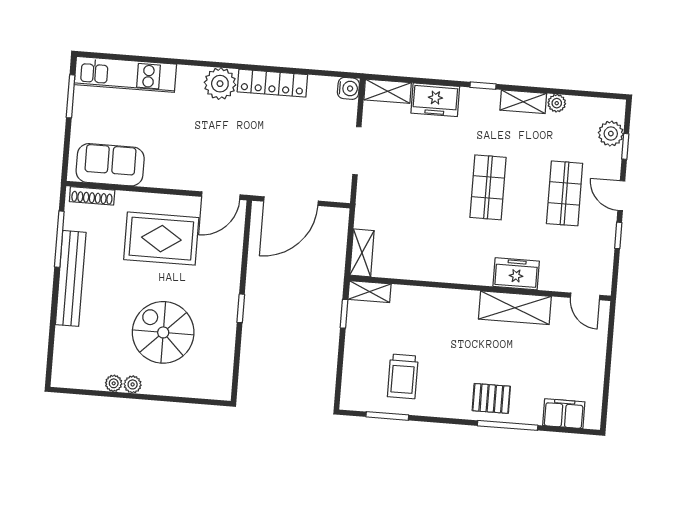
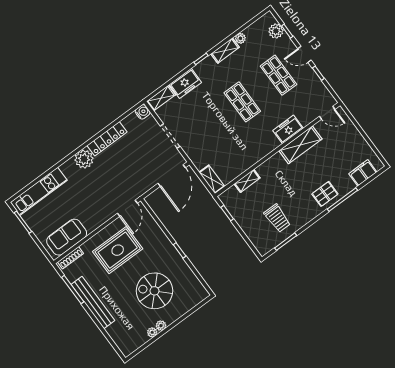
door: (291, 201) -> (172, 176), moved
shelving: (369, 292) -> (247, 181), moved

